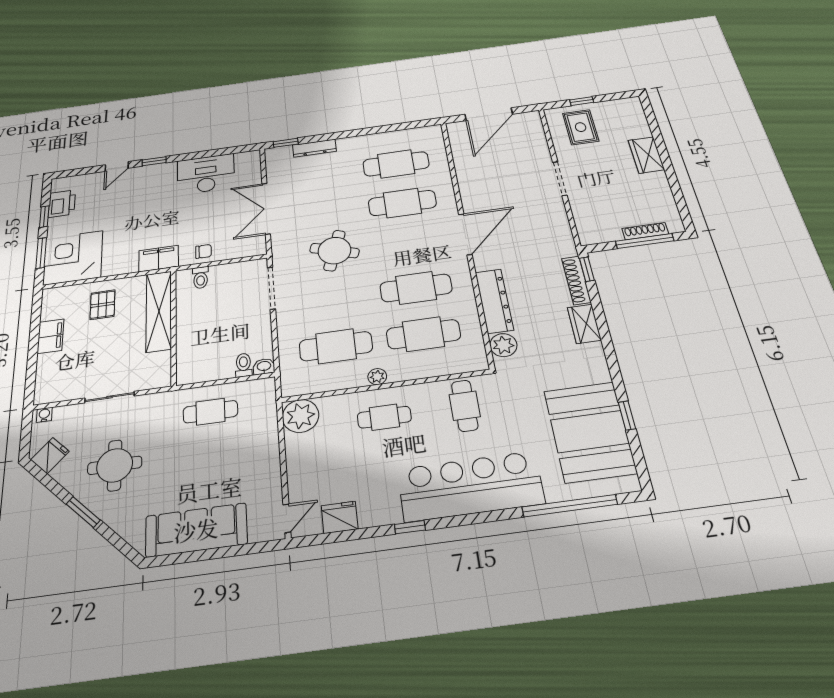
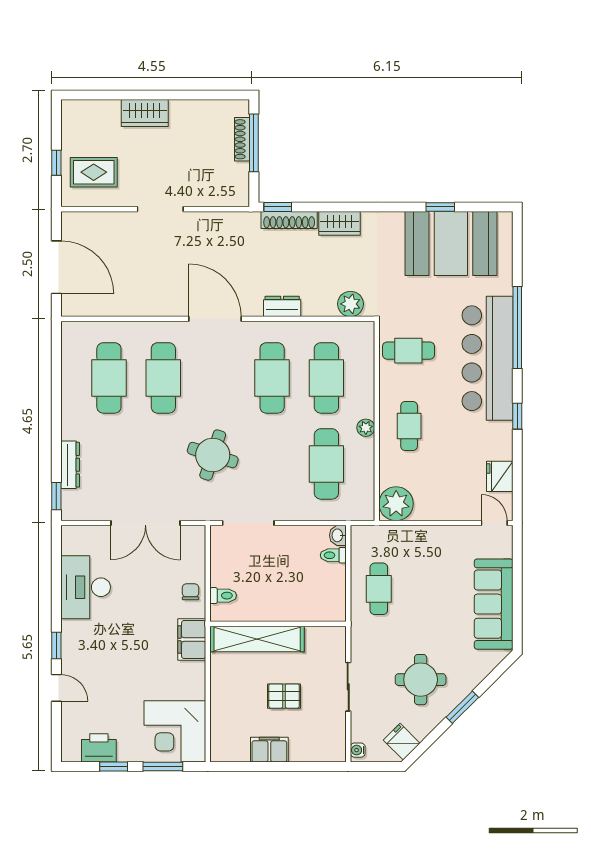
dresser: (494, 301) -> (282, 306), width x0.51, depth x0.80
pallet: (103, 305) -> (284, 696), moved
window: (570, 506) -> (517, 327), moved

